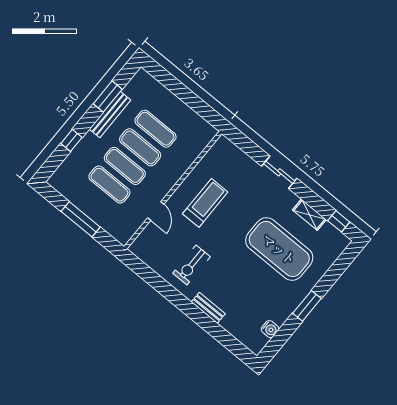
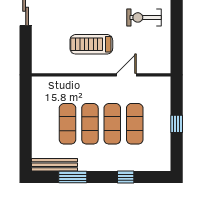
bench: (110, 115) -> (54, 165), moved
window: (81, 219) -> (177, 124), width x0.46
exercise bike: (191, 265) -> (144, 17), turned 180

